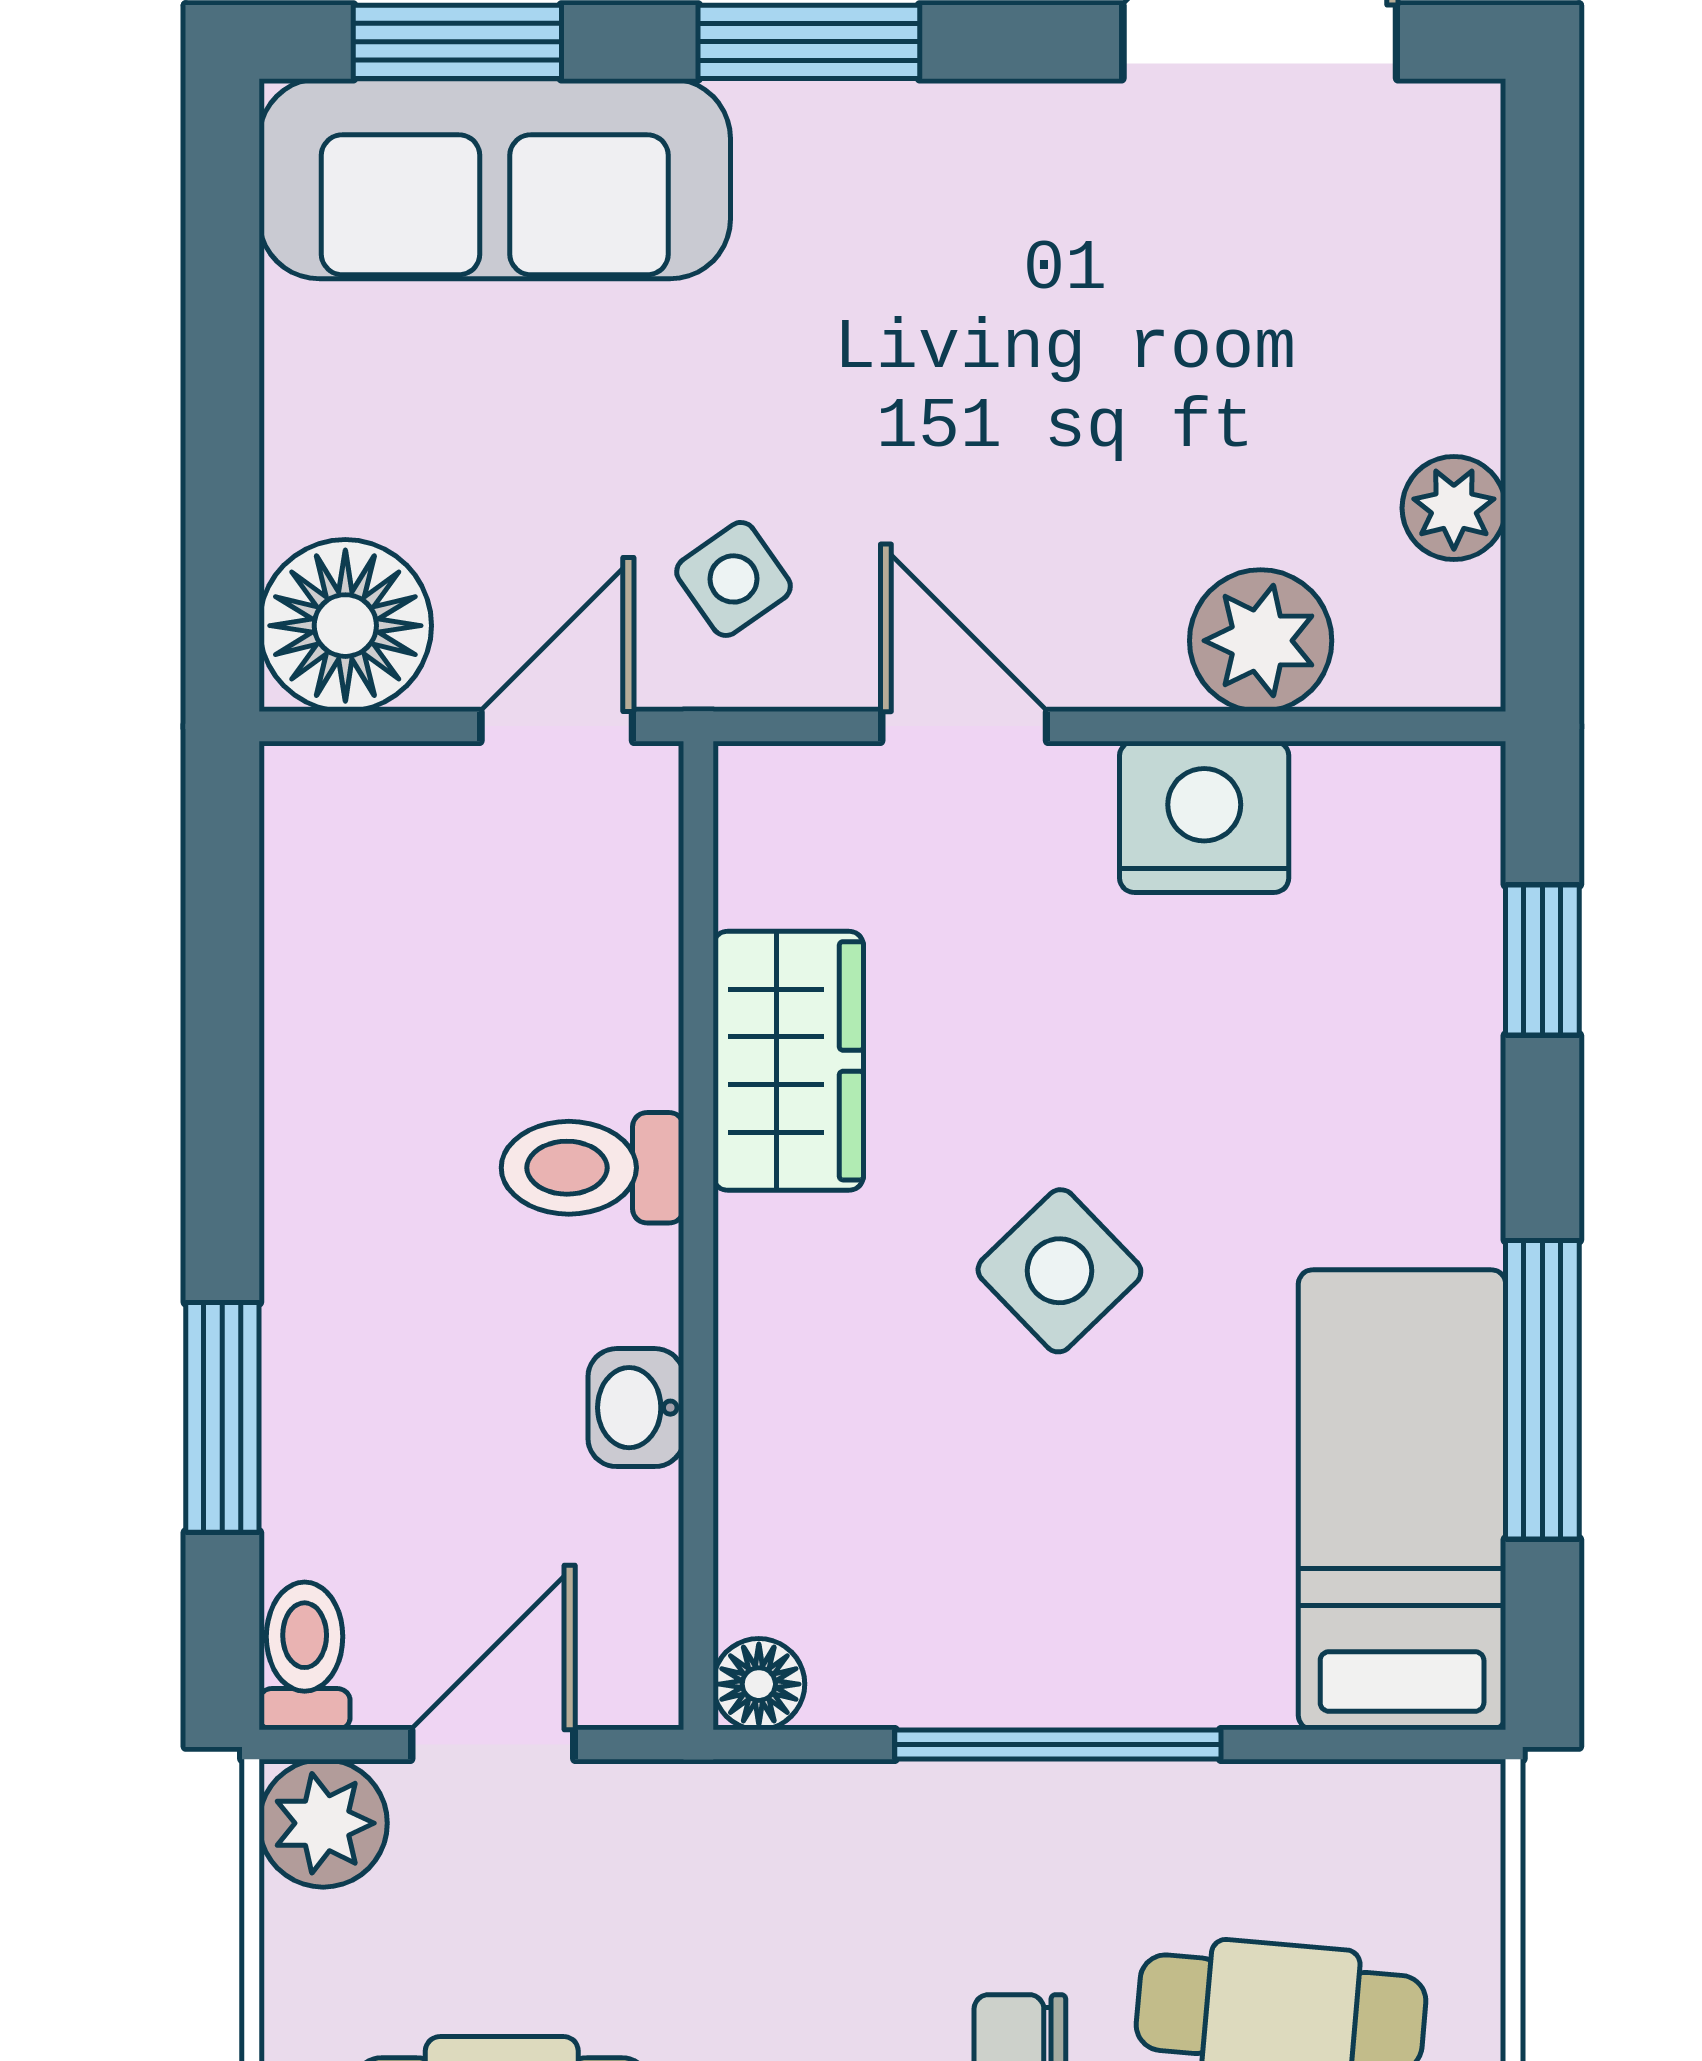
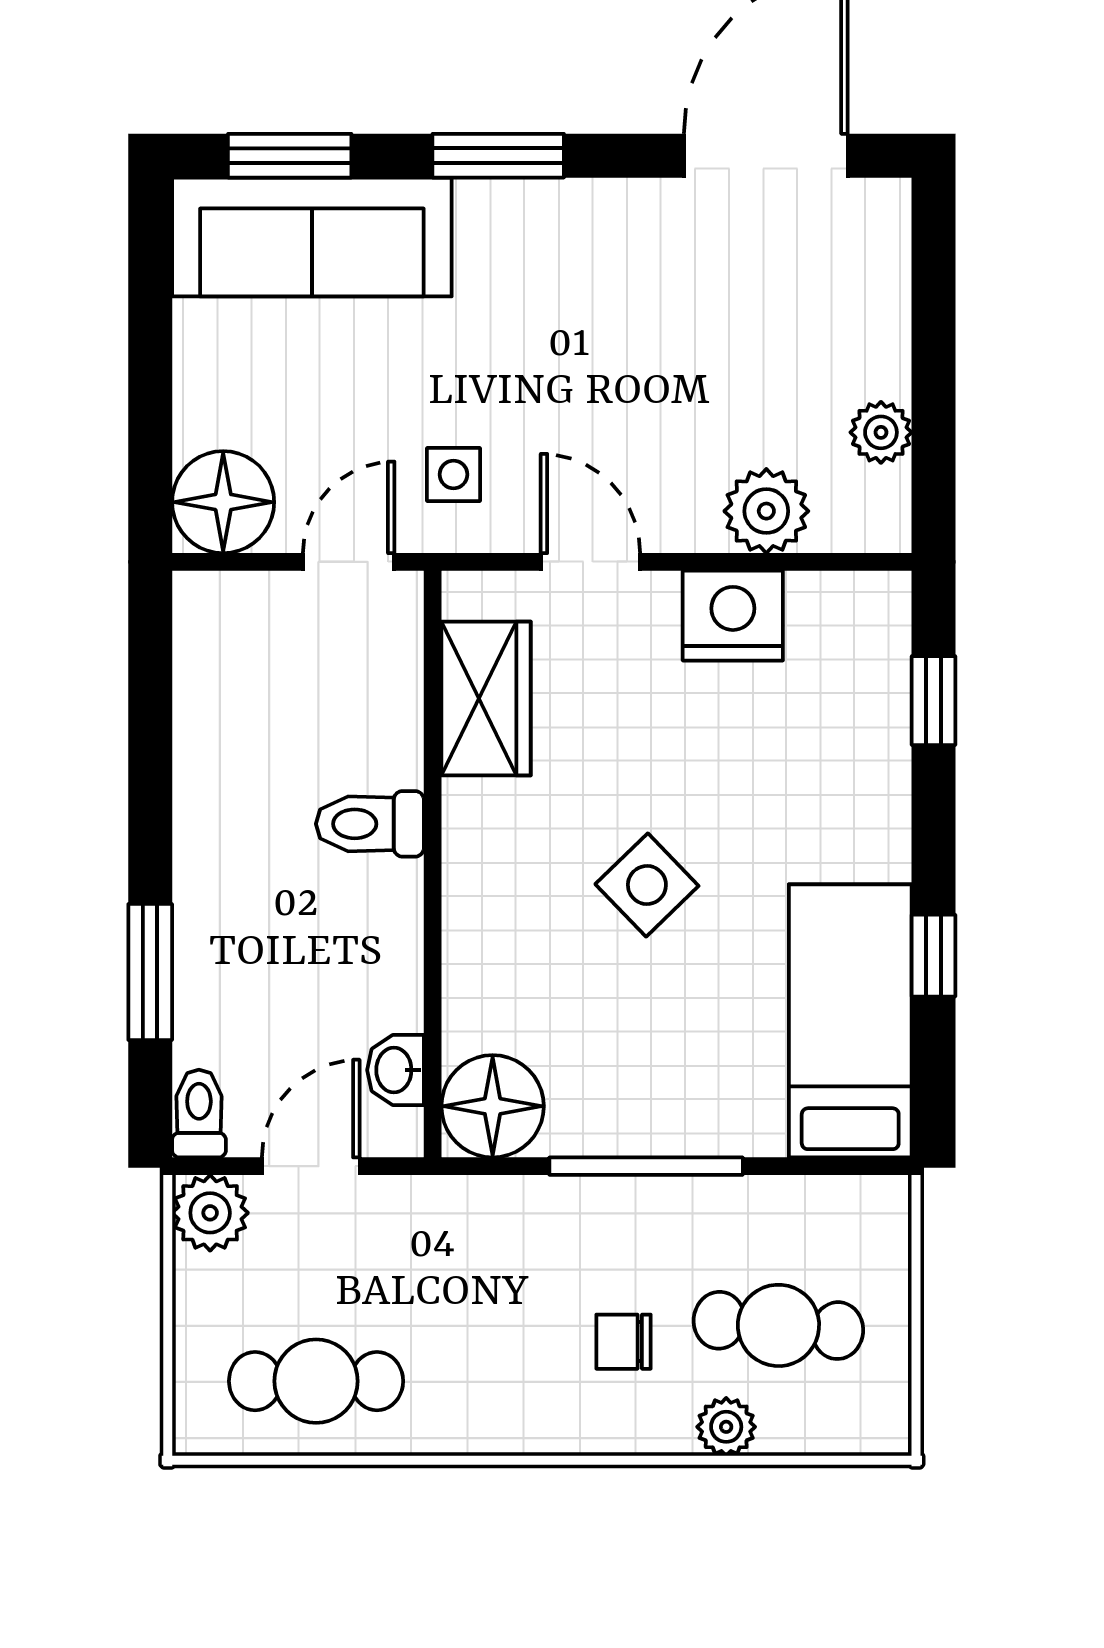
side table: (733, 579) -> (454, 474), turned 35
wardrobe: (788, 1061) -> (486, 699), moved
window: (1542, 1390) -> (934, 956), width x0.46
washbasin: (636, 1408) -> (396, 1070), moved
floor lamp: (759, 1684) -> (493, 1106), width x1.89, depth x1.89

